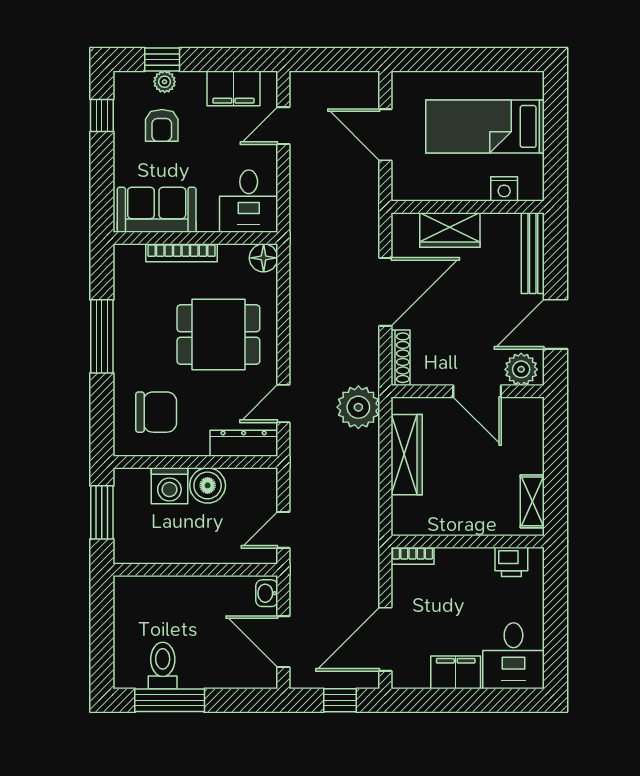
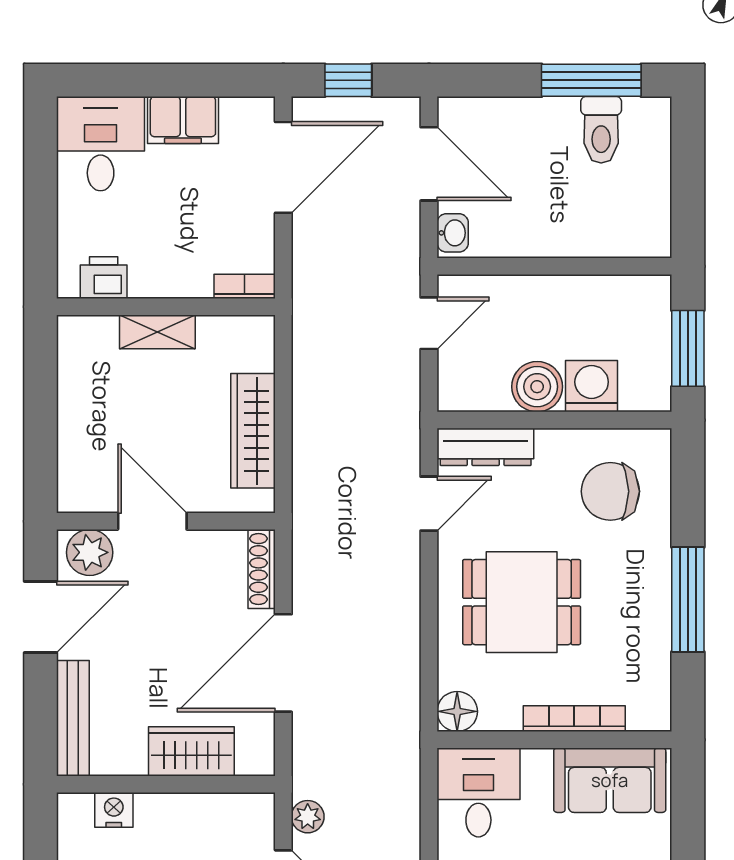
plant: (358, 407) -> (308, 817), moved, width x0.53, depth x0.53
shelving: (532, 501) -> (157, 332), moved, turned 90

